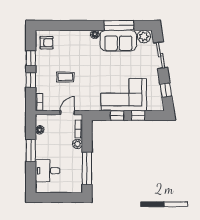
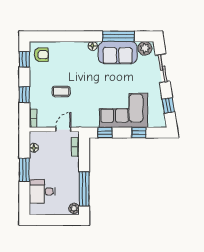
window: (31, 58) -> (24, 59), moved
window: (117, 115) -> (105, 133), moved
plant: (77, 144) -> (74, 208), moved

